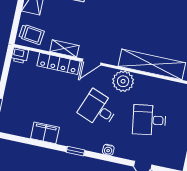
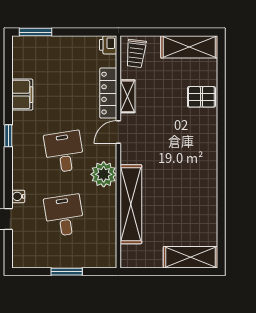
door: (92, 62) -> (118, 132), hinge flipped
desk: (98, 109) -> (64, 152), turned -30
water cooler: (108, 150) -> (18, 196), moved

